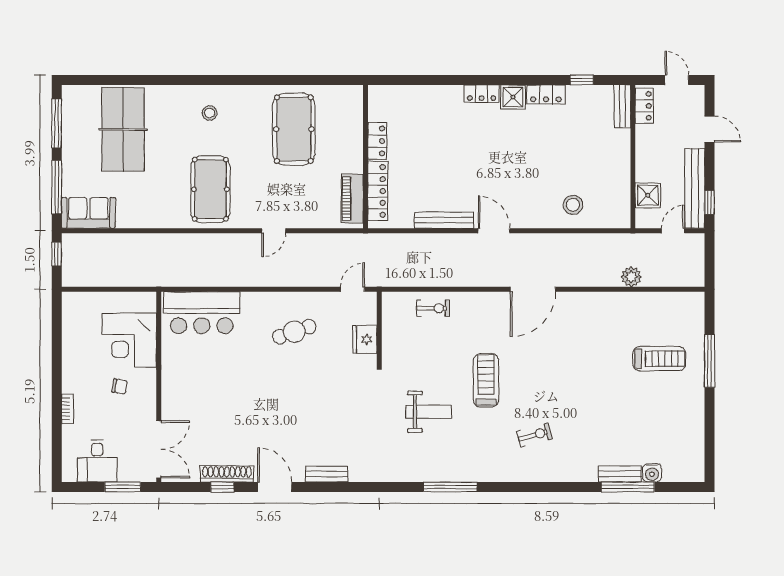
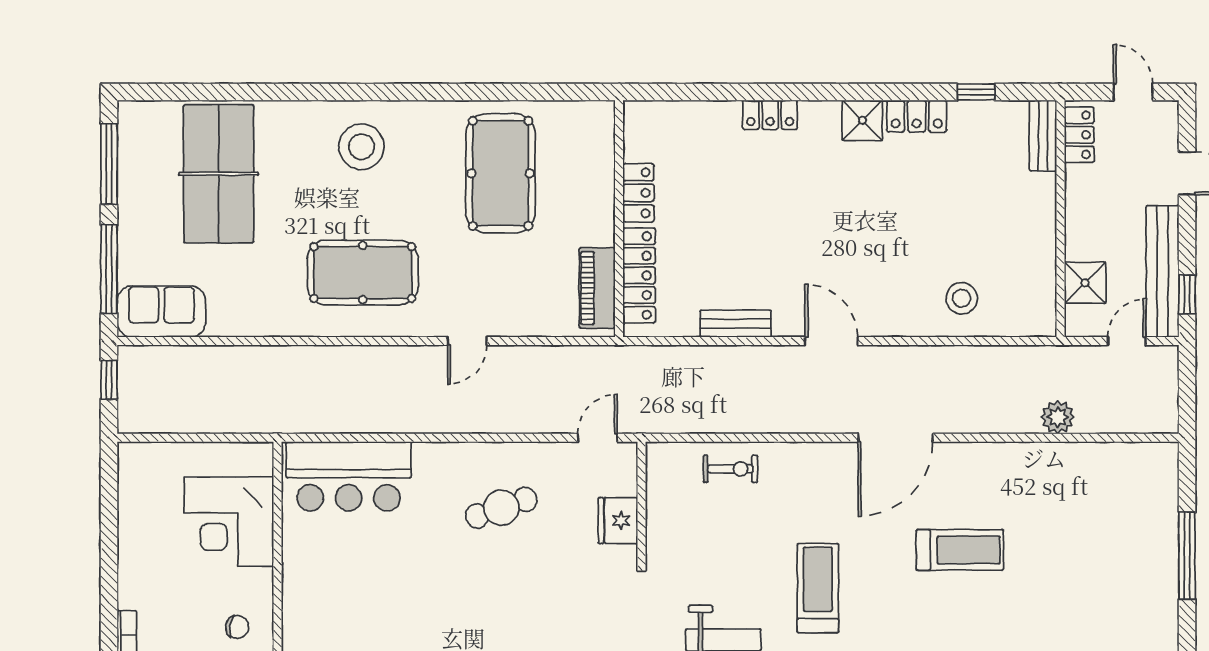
locker: (482, 94) -> (770, 115), moved
stool: (210, 113) -> (361, 147), width x1.89, depth x1.89
pool table: (210, 189) -> (363, 273), turned 90
bench: (444, 220) -> (736, 324), width x0.73
treadmill: (659, 359) -> (960, 550), moved
chair: (120, 386) -> (237, 627), moved

